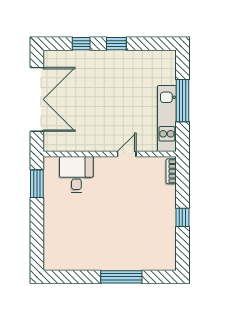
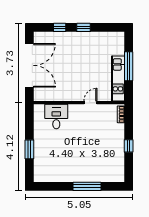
window: (37, 184) -> (29, 149), moved

